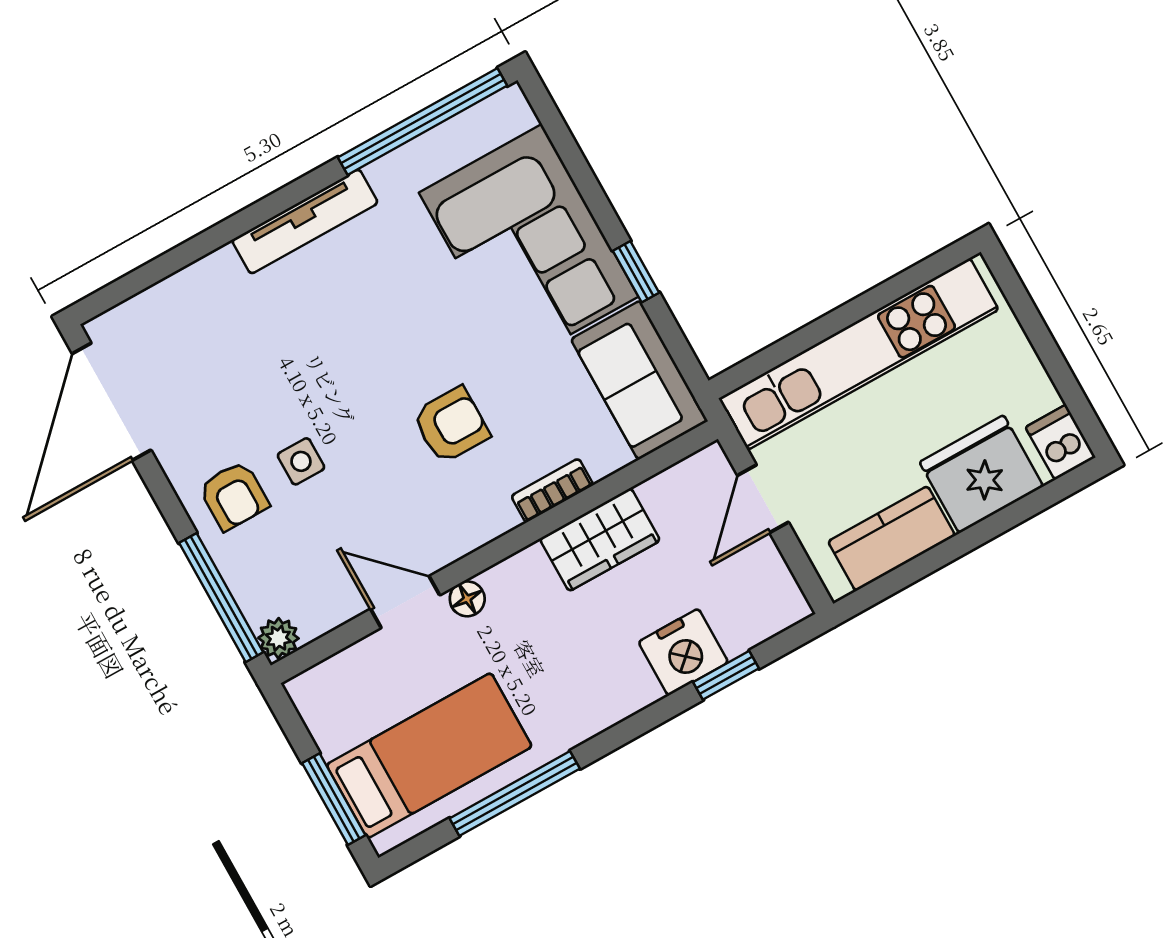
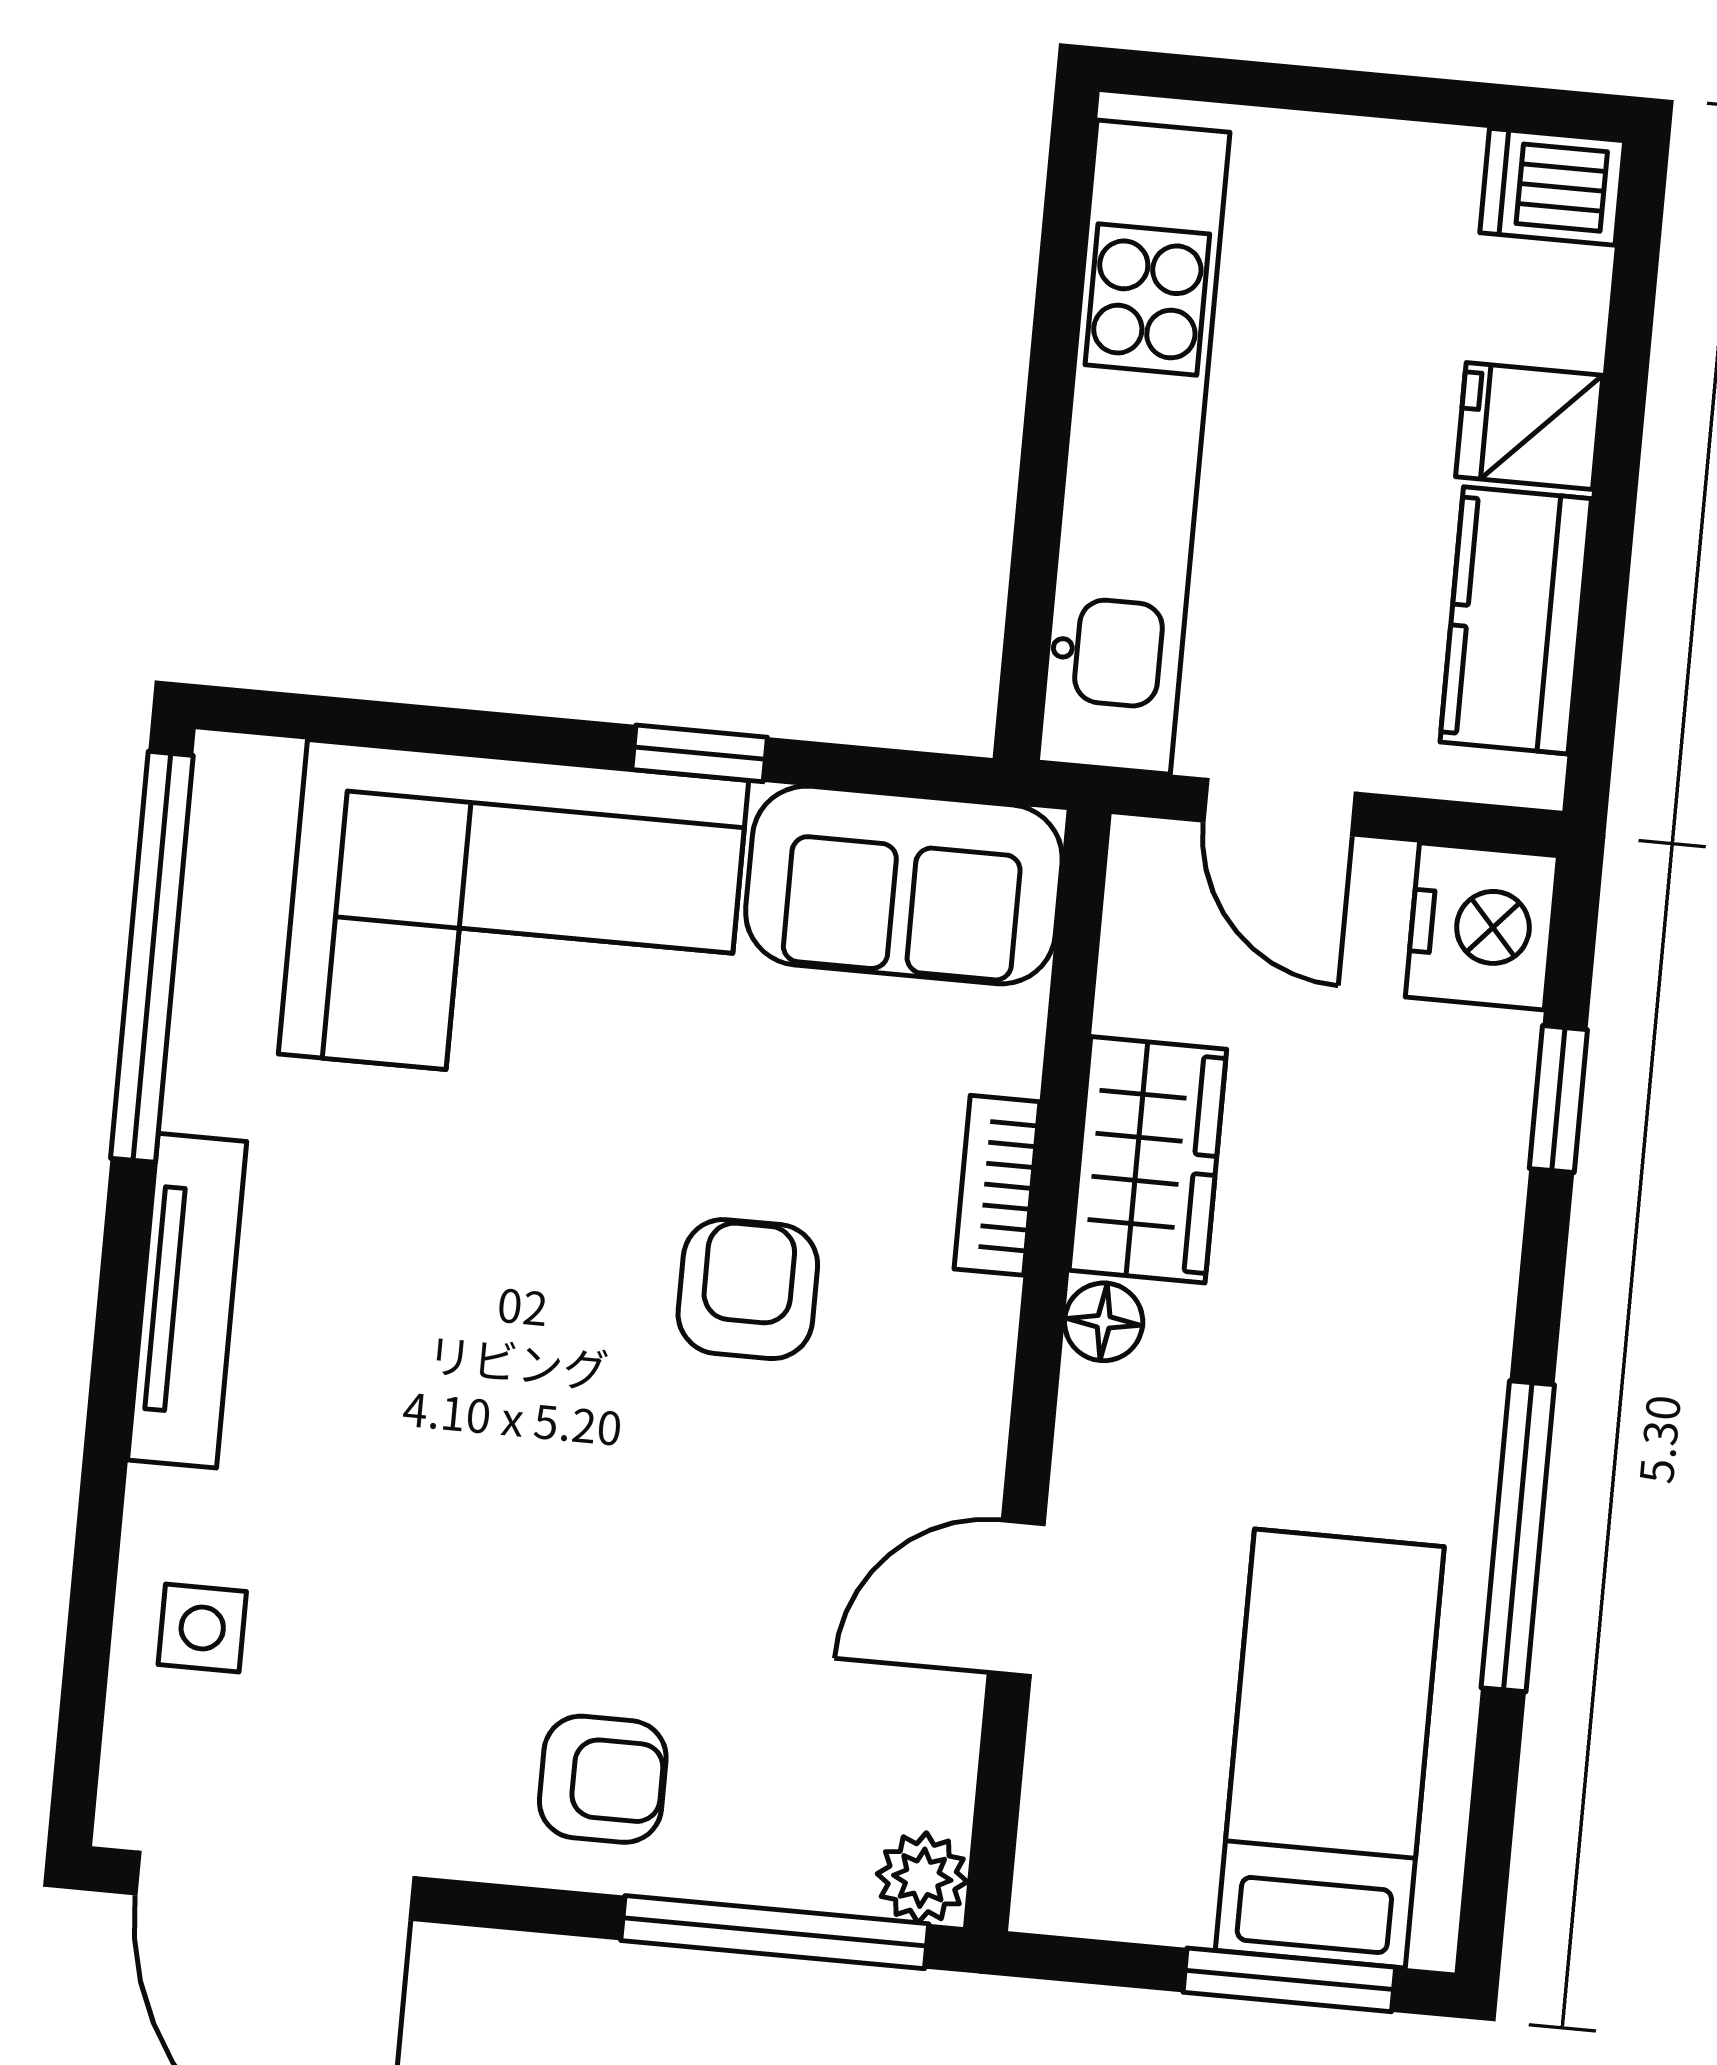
side table: (301, 461) -> (202, 1628), moved
fridge: (981, 474) -> (1529, 426), width x0.53, depth x0.75
floor lamp: (467, 599) -> (1104, 1322), moved
nightstand: (683, 652) -> (1482, 926), moved
window: (515, 793) -> (1518, 1536), moved

